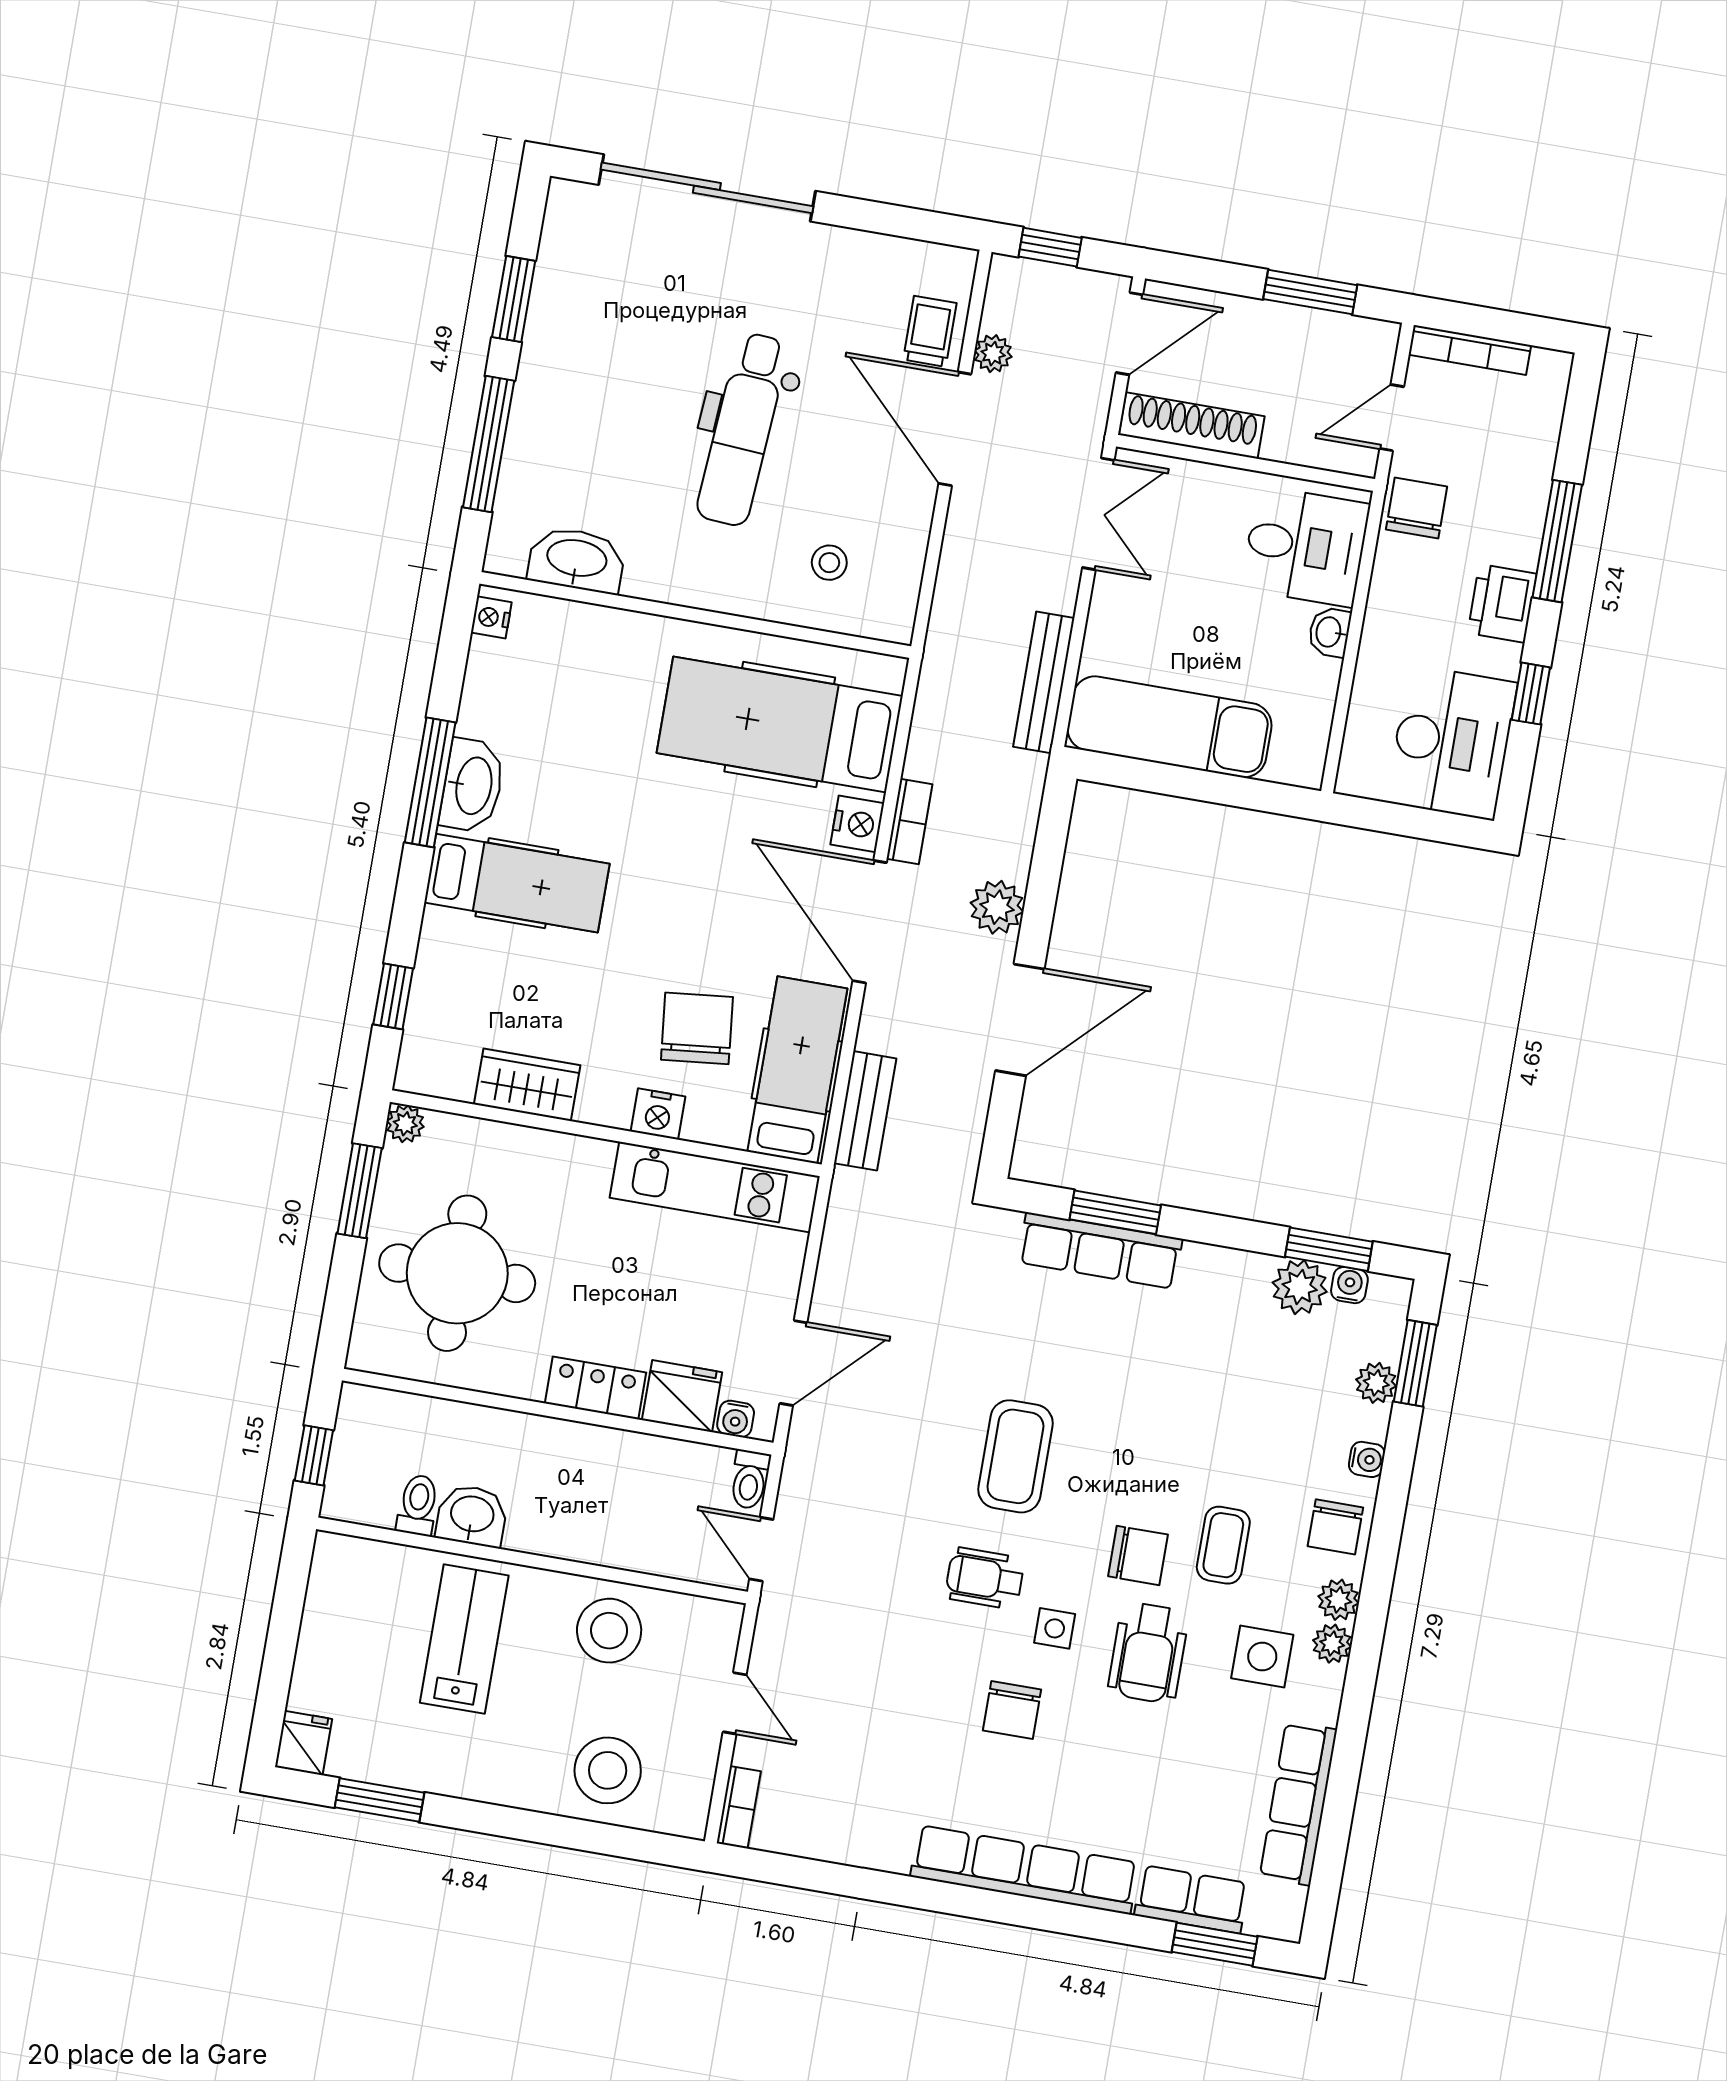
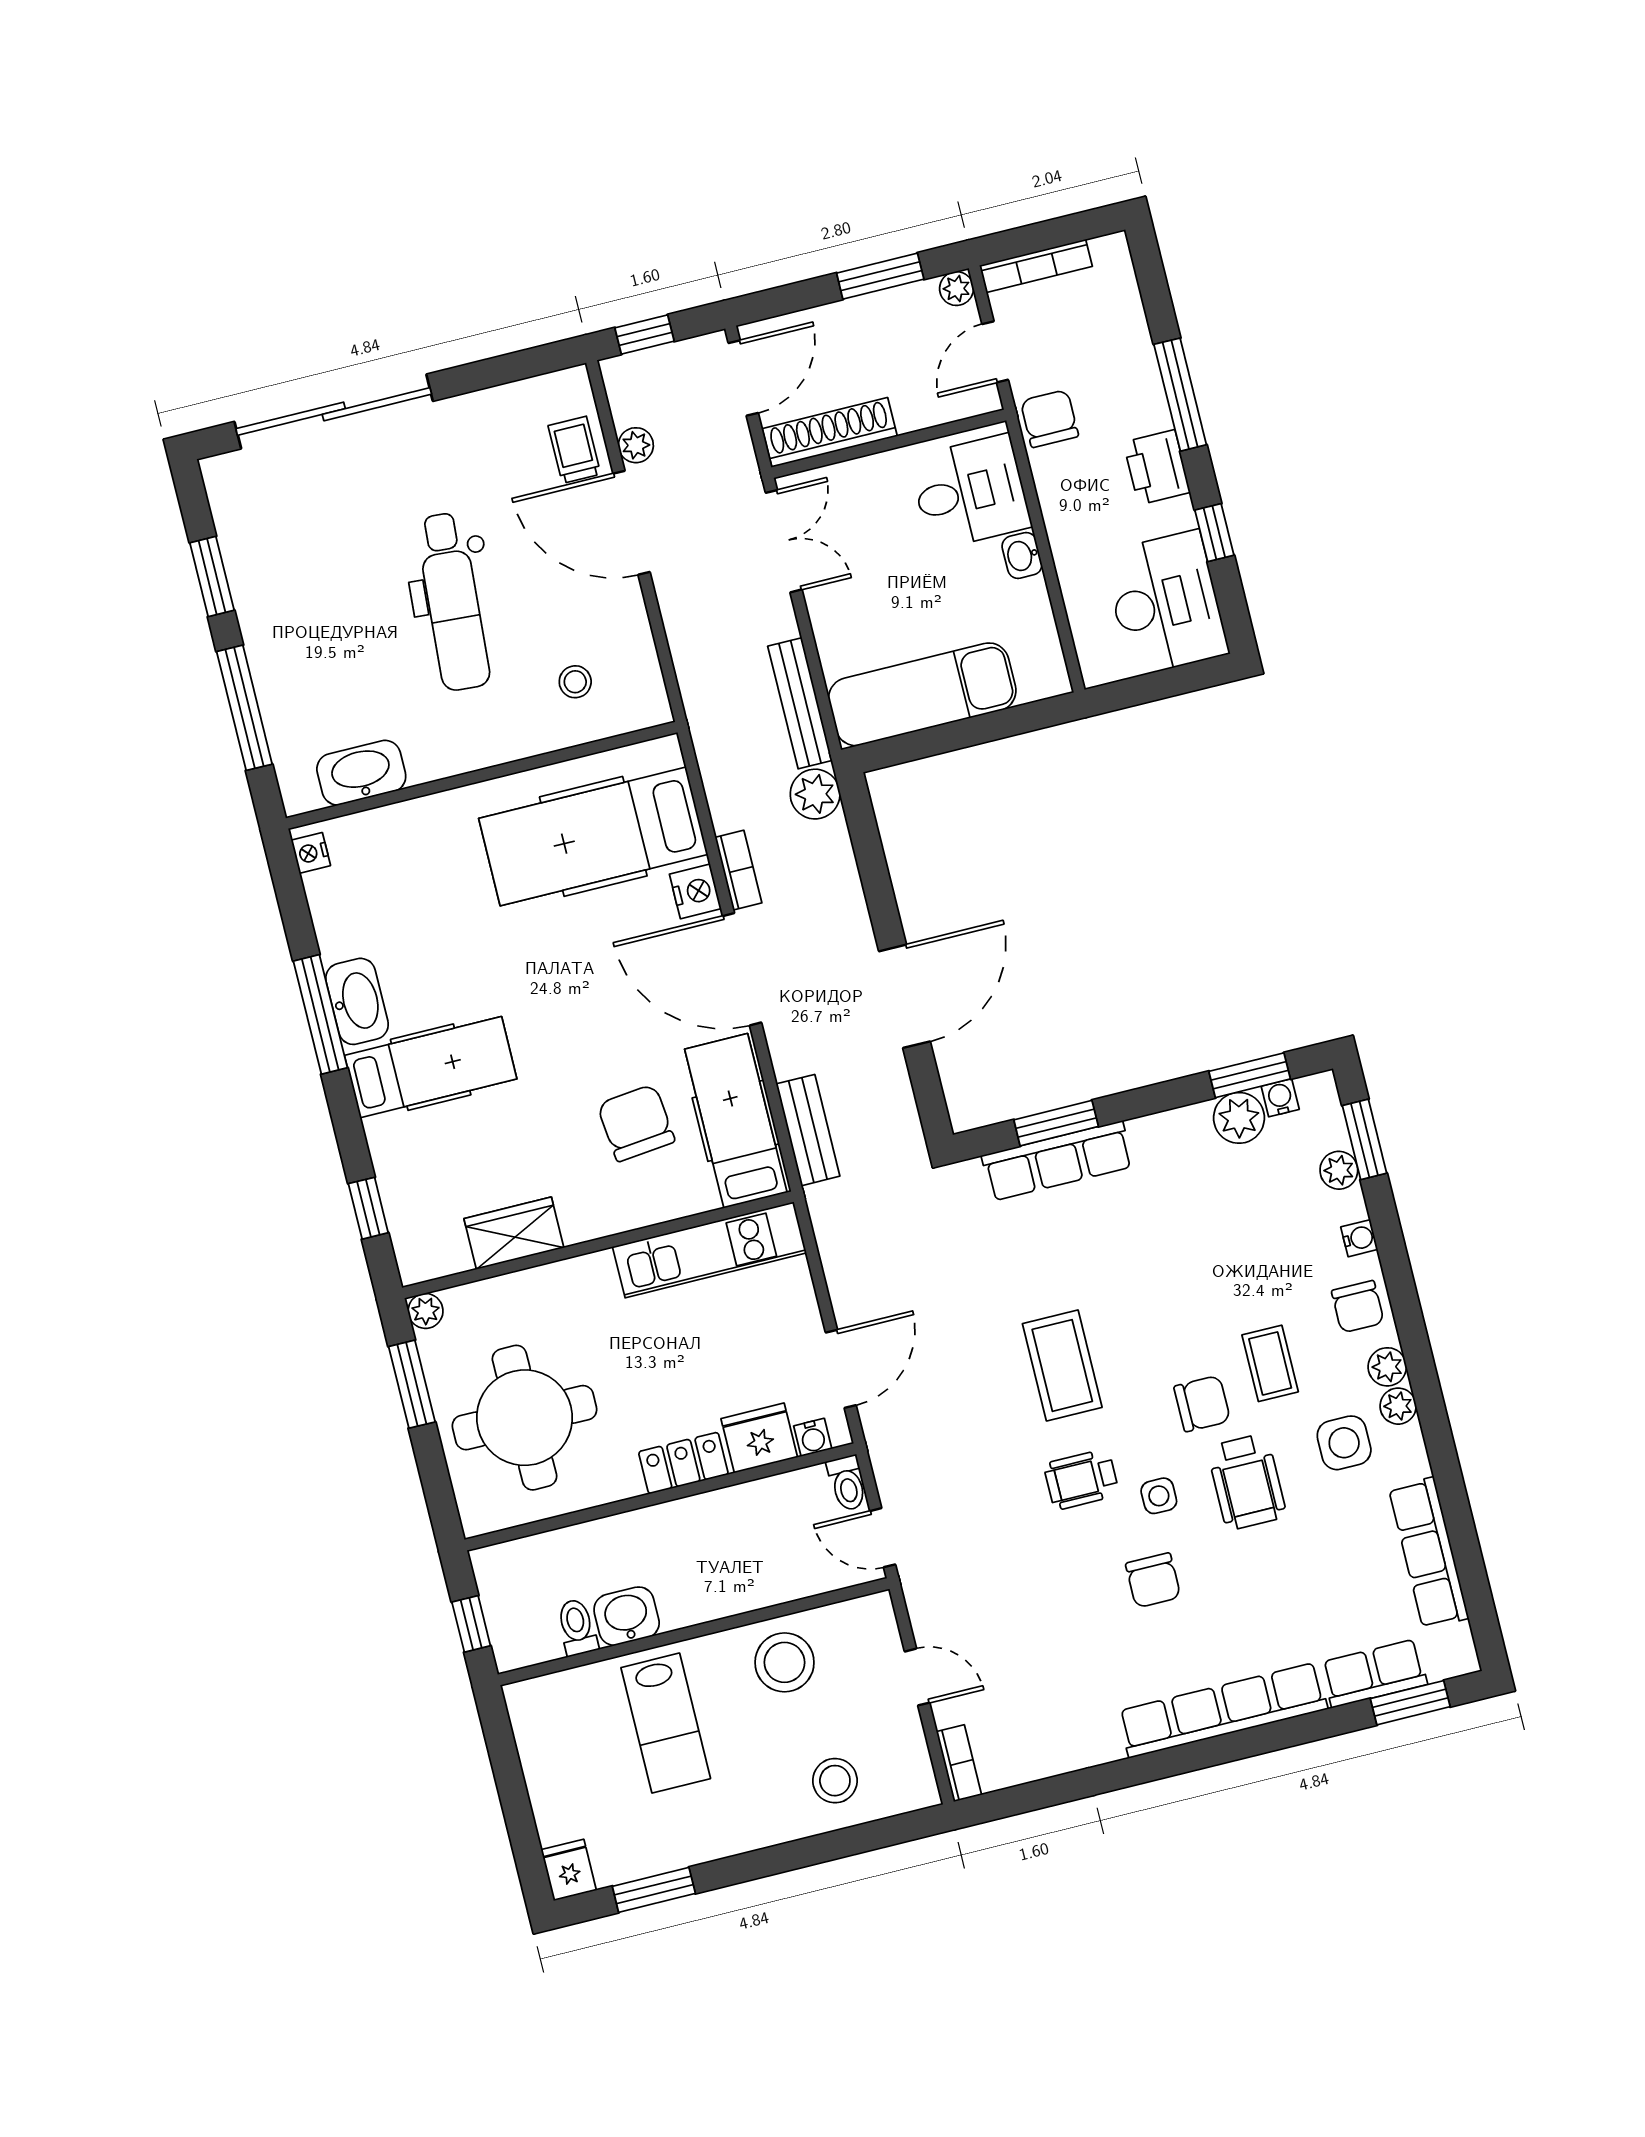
plant: (1381, 338) -> (957, 289), added
plant: (997, 907) -> (815, 794), moved
nightstand: (658, 1114) -> (635, 1209), removed
lab bench: (464, 1639) -> (666, 1723), turned 180
stool: (608, 1770) -> (835, 1781), width x0.73, depth x0.73

